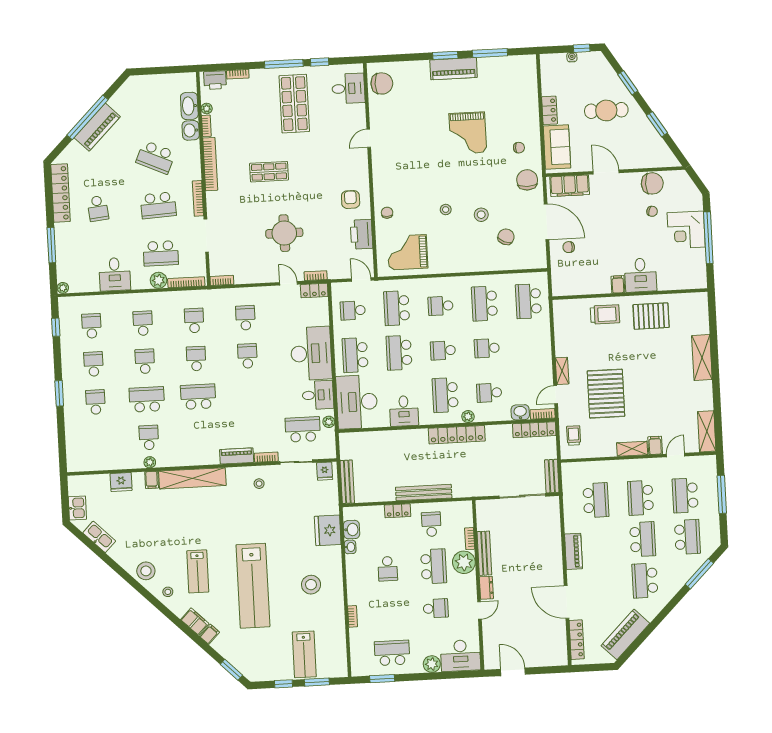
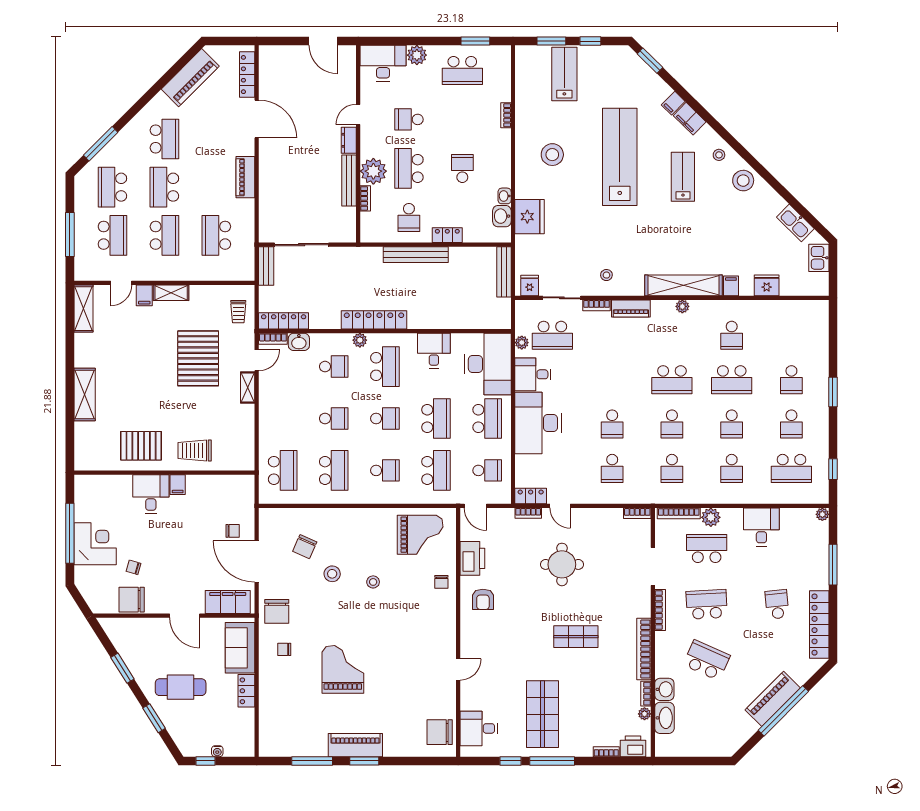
school desk: (92, 326) -> (791, 468), width x1.85
plant: (150, 462) -> (682, 306), moved

